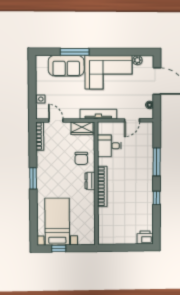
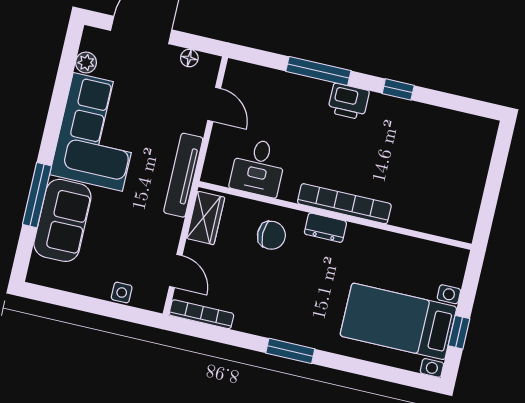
door: (56, 121) -> (176, 271), swing flipped
printer: (145, 237) -> (349, 101), moved, turned -90

